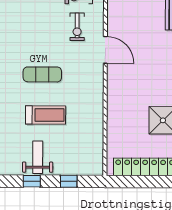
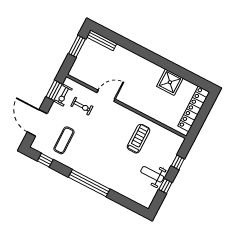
exercise mat: (42, 74) -> (64, 140), moved
treadmill: (46, 115) -> (139, 139), moved

